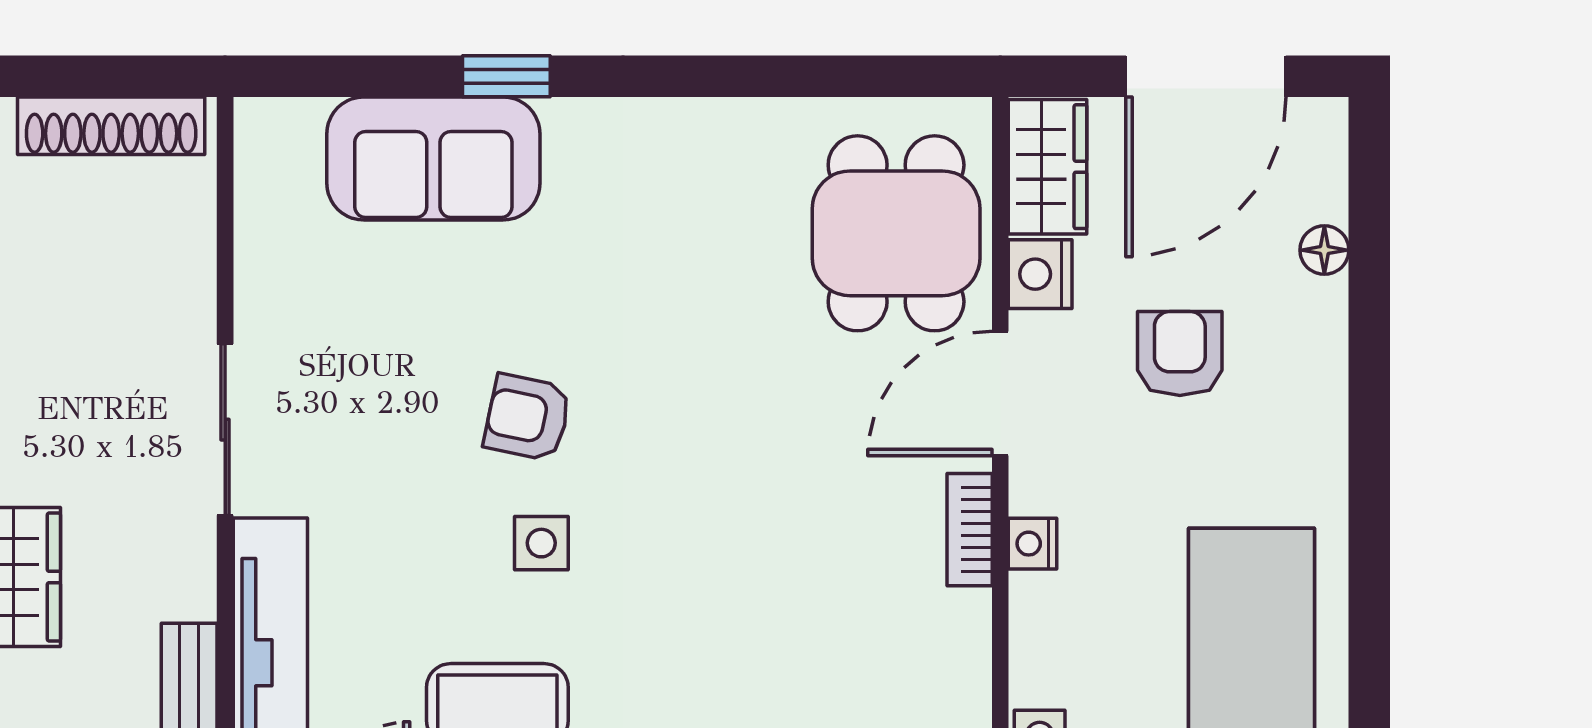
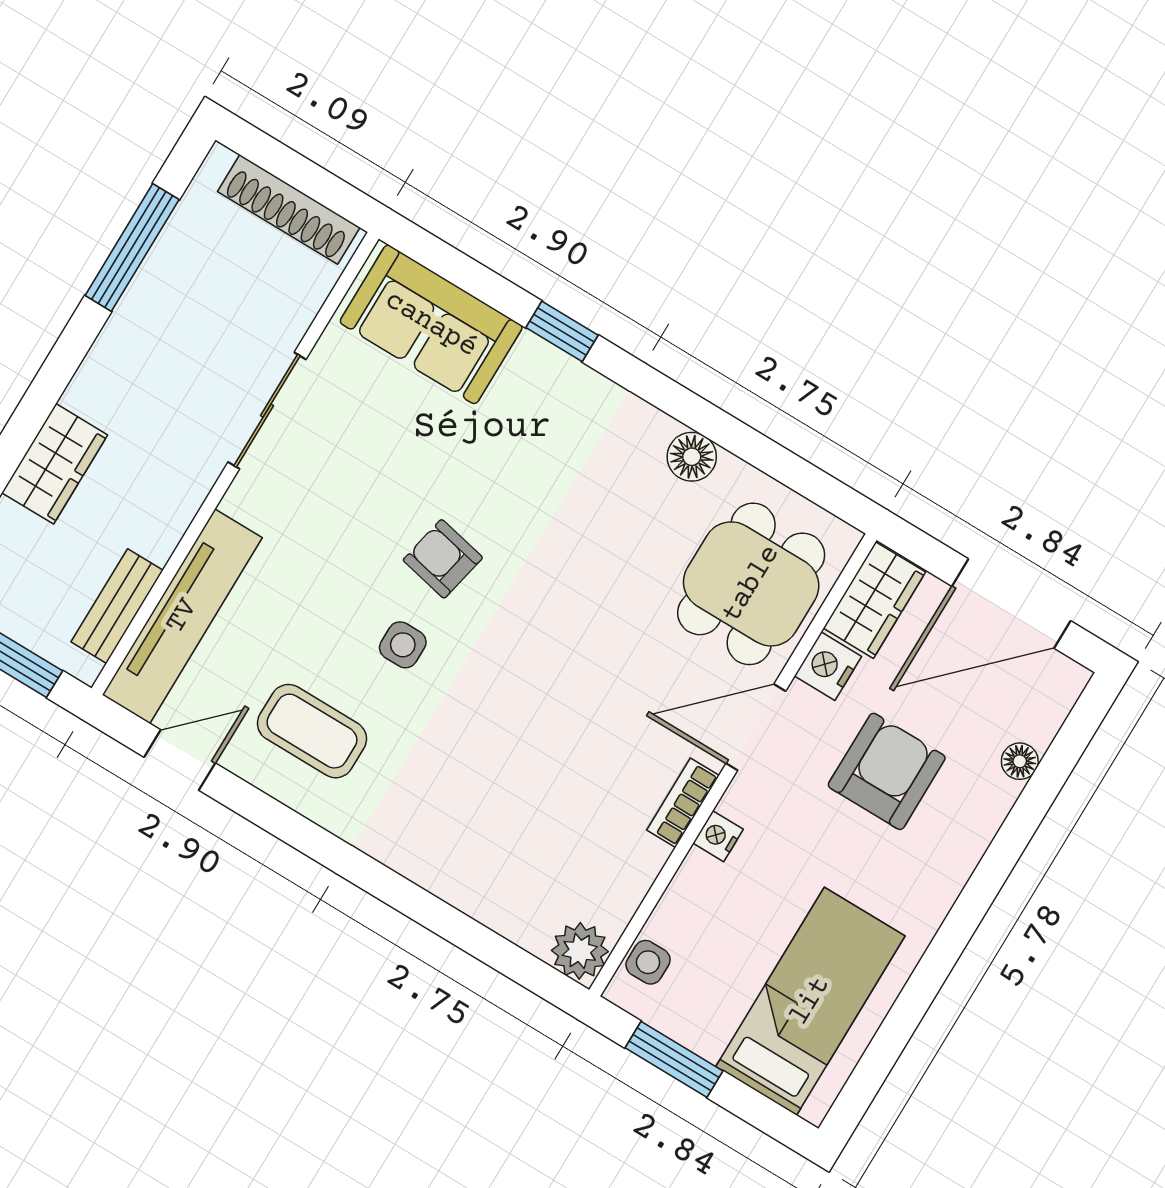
floor lamp: (741, 130) -> (692, 457), added
sofa: (433, 158) -> (431, 324), moved
armchair: (1180, 353) -> (887, 771), width x1.38, depth x1.38
sliding door: (225, 430) -> (267, 411), moved

